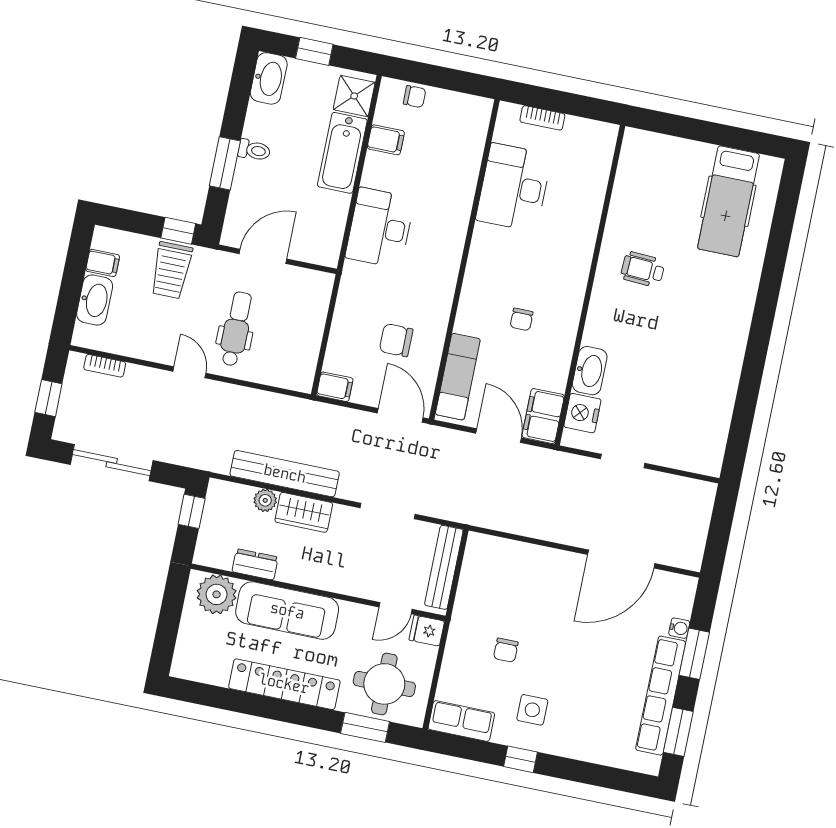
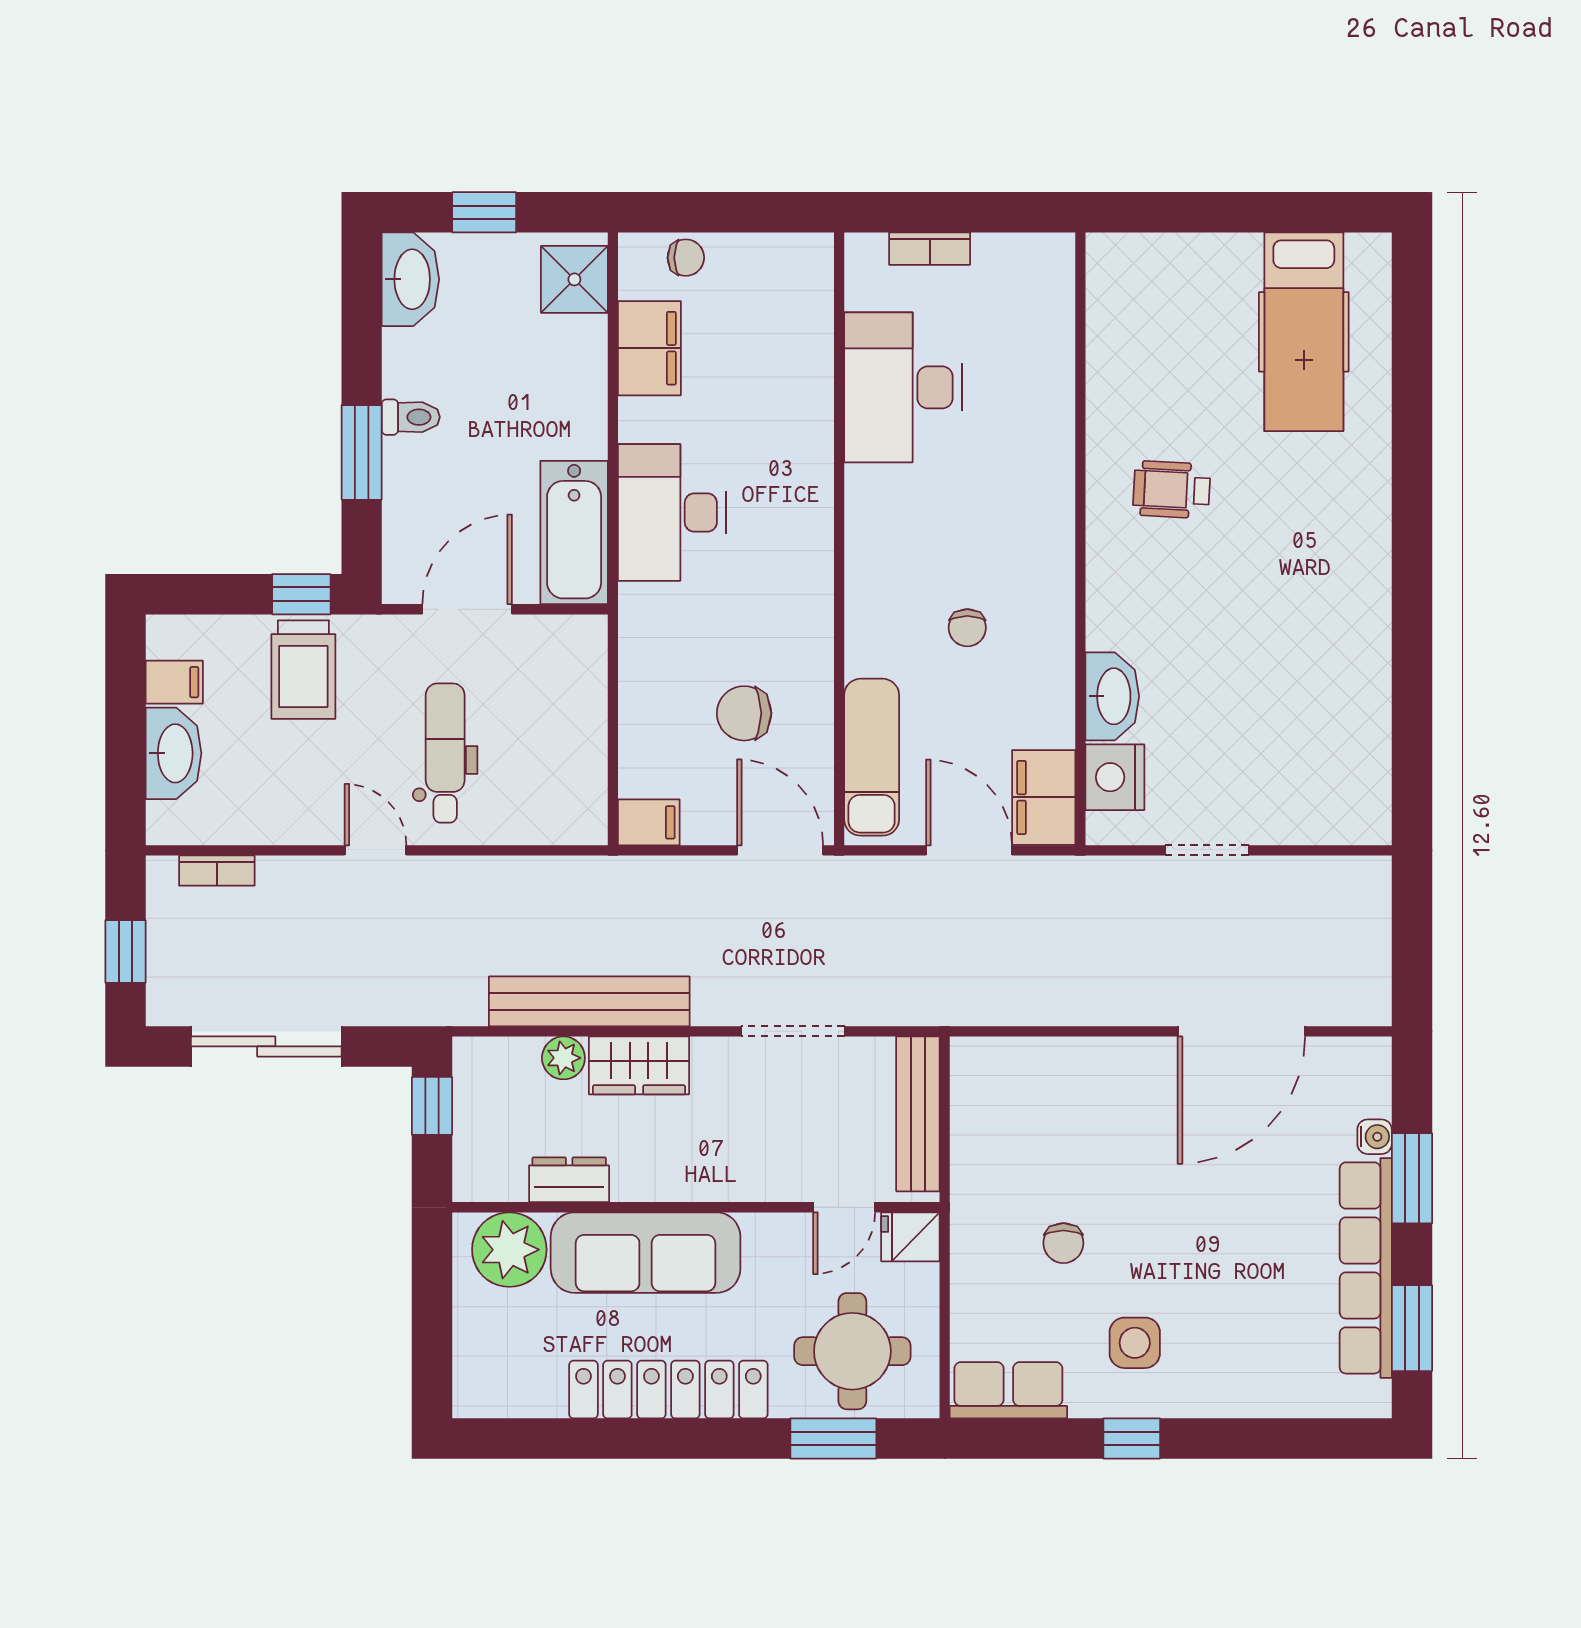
filing cabinet: (386, 140) -> (649, 348), width x2.00
bathtub: (342, 153) -> (574, 532), moved

